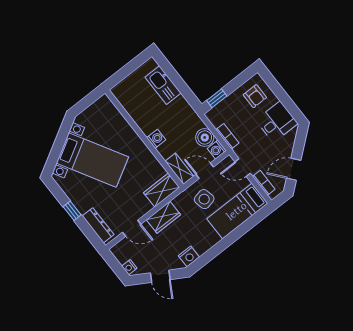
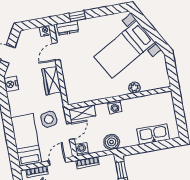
plant: (126, 129) -> (134, 88), added
boiler: (205, 137) -> (112, 142), moved
wardrobe: (162, 190) -> (73, 90), removed
window: (72, 211) -> (77, 16), moved
dresser: (98, 225) -> (68, 28), width x0.70
nightstand: (129, 267) -> (45, 31), moved

